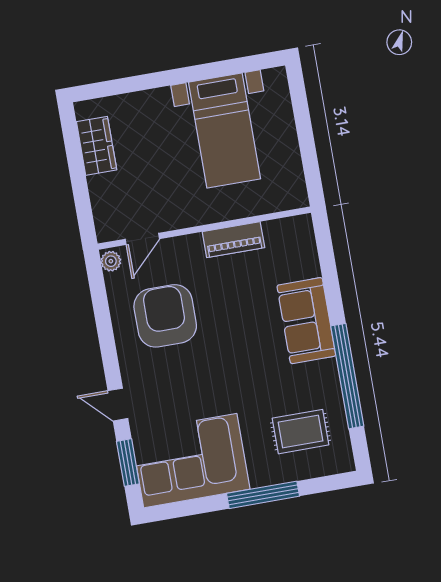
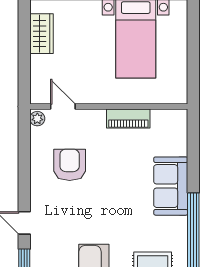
door: (142, 239) -> (63, 107), swing flipped
armchair: (165, 316) -> (70, 165), width x0.73, depth x0.73

